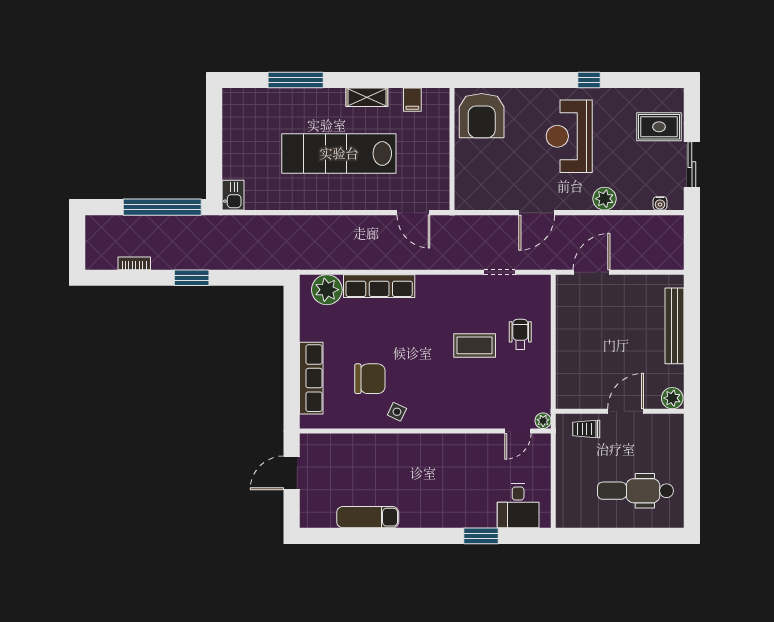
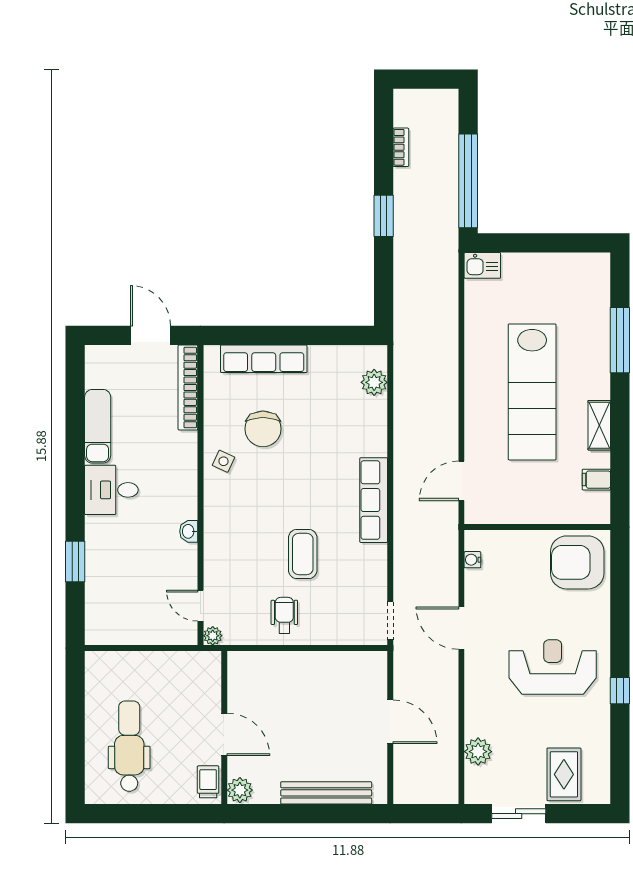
lab bench: (339, 153) -> (532, 392), turned 180
plant: (605, 199) -> (478, 752), moved
water cooler: (660, 203) -> (472, 560), moved
doorway: (500, 272) -> (390, 621), moved
door: (591, 272) -> (390, 722), moved
row of seats: (379, 286) -> (374, 500), moved
plant: (327, 290) -> (374, 382), width x0.73, depth x0.73
wheelchair: (520, 334) -> (284, 615), moved, turned -90
trolley: (586, 429) -> (208, 782), moved
washbasin: (456, 441) -> (189, 531), added
bookcase: (335, 442) -> (188, 387), added
desk: (518, 506) -> (111, 490), moved

